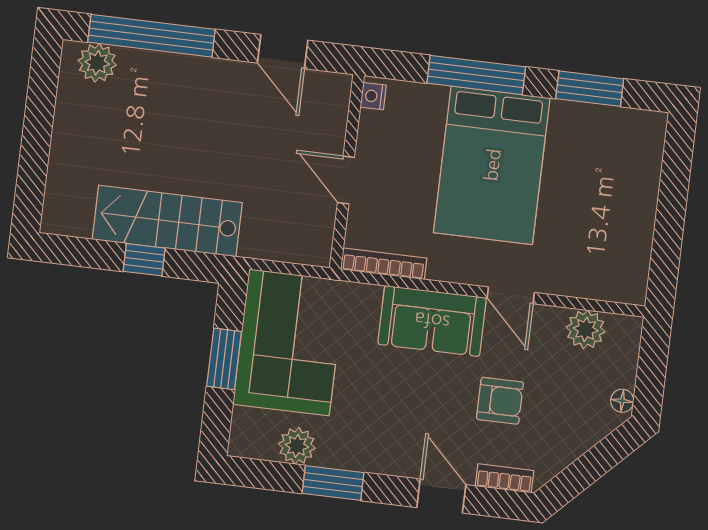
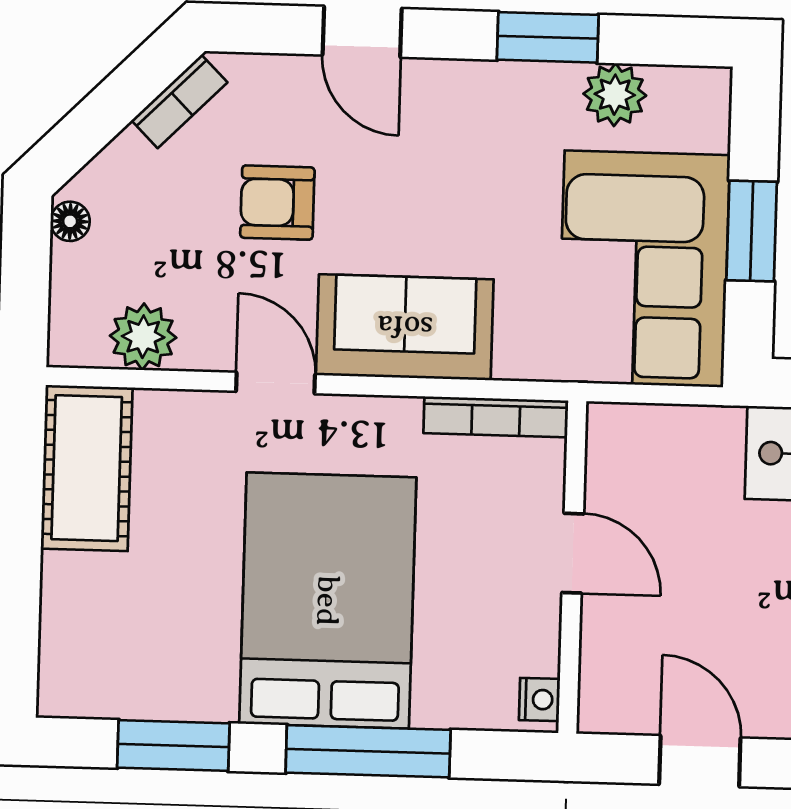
cot: (626, 256) -> (87, 468), added
bookcase: (505, 478) -> (179, 101), moved, turned -45

